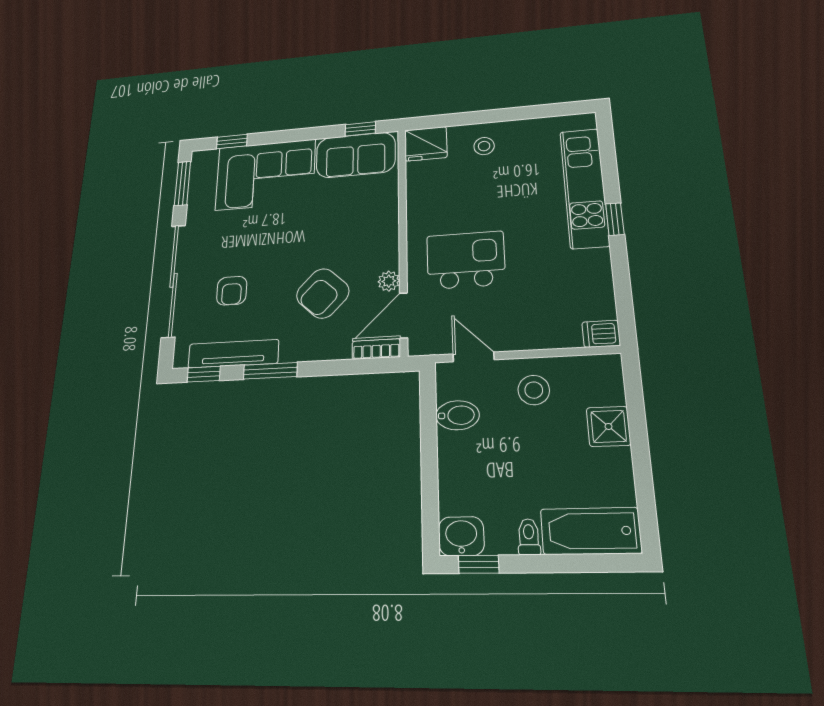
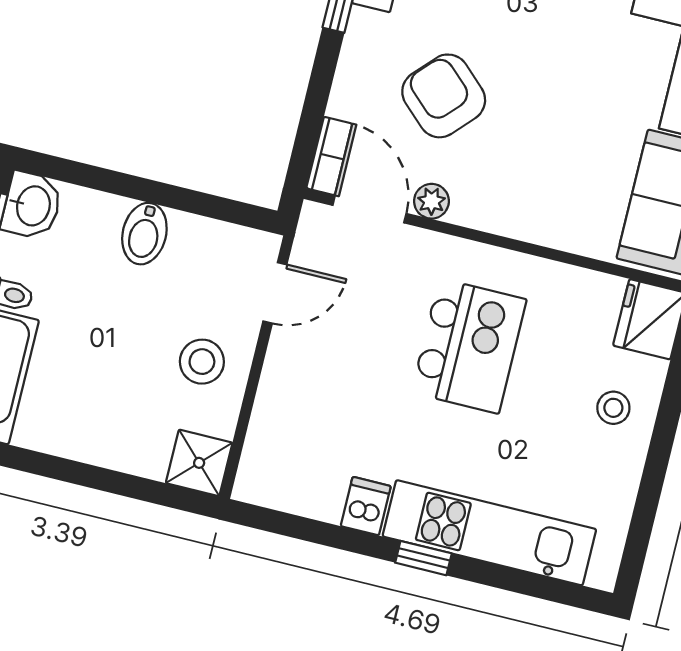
kitchen island: (466, 260) -> (469, 346), moved
dishwasher: (601, 334) -> (366, 506), moved
bidet: (458, 415) -> (144, 234), moved
shower: (609, 426) -> (199, 463), moved

